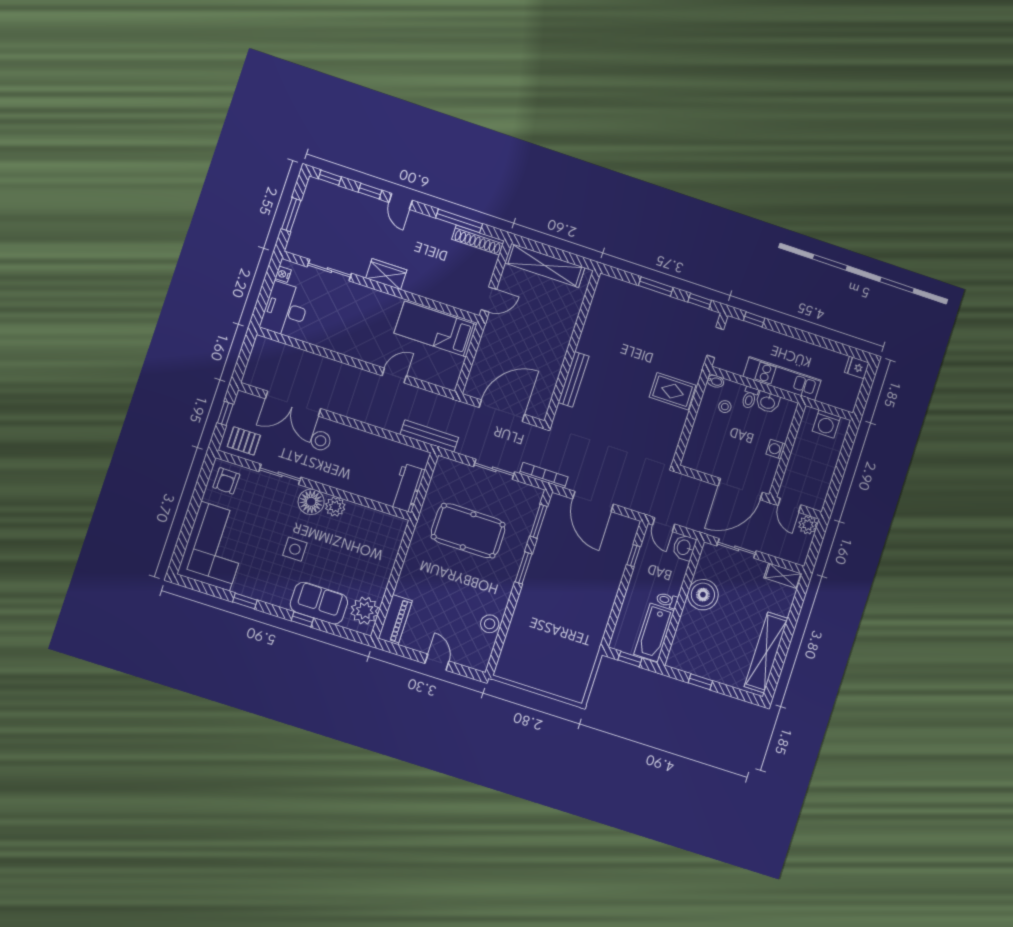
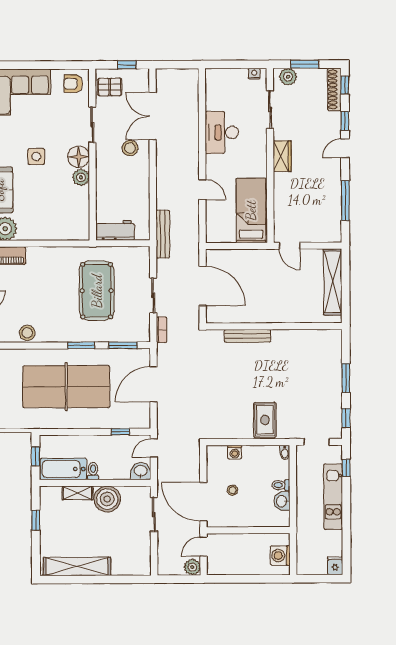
plant: (299, 238) -> (288, 77), added
shoe rack: (478, 240) -> (334, 89), moved
desk: (285, 310) -> (222, 132), moved, turned -90
kitchen unit: (782, 378) -> (333, 497), moved, turned 180
stool: (725, 407) -> (233, 490), moved
pallet: (244, 441) -> (110, 87), turned 90
washing machine: (776, 449) -> (235, 452), moved, turned 180
bookcase: (544, 475) -> (162, 330), width x0.64
shelving: (783, 576) -> (78, 493), moved, turned 90
table tennis table: (564, 600) -> (66, 387), added

